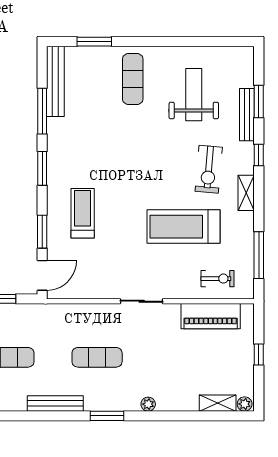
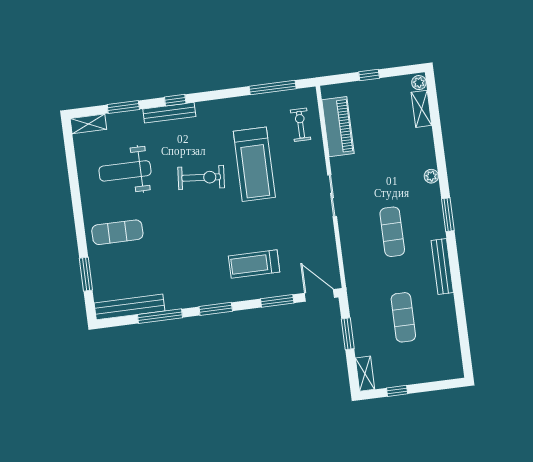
bench: (247, 115) -> (169, 113), moved
exercise bike: (209, 169) -> (201, 178), moved
shelving: (246, 193) -> (88, 124), moved

